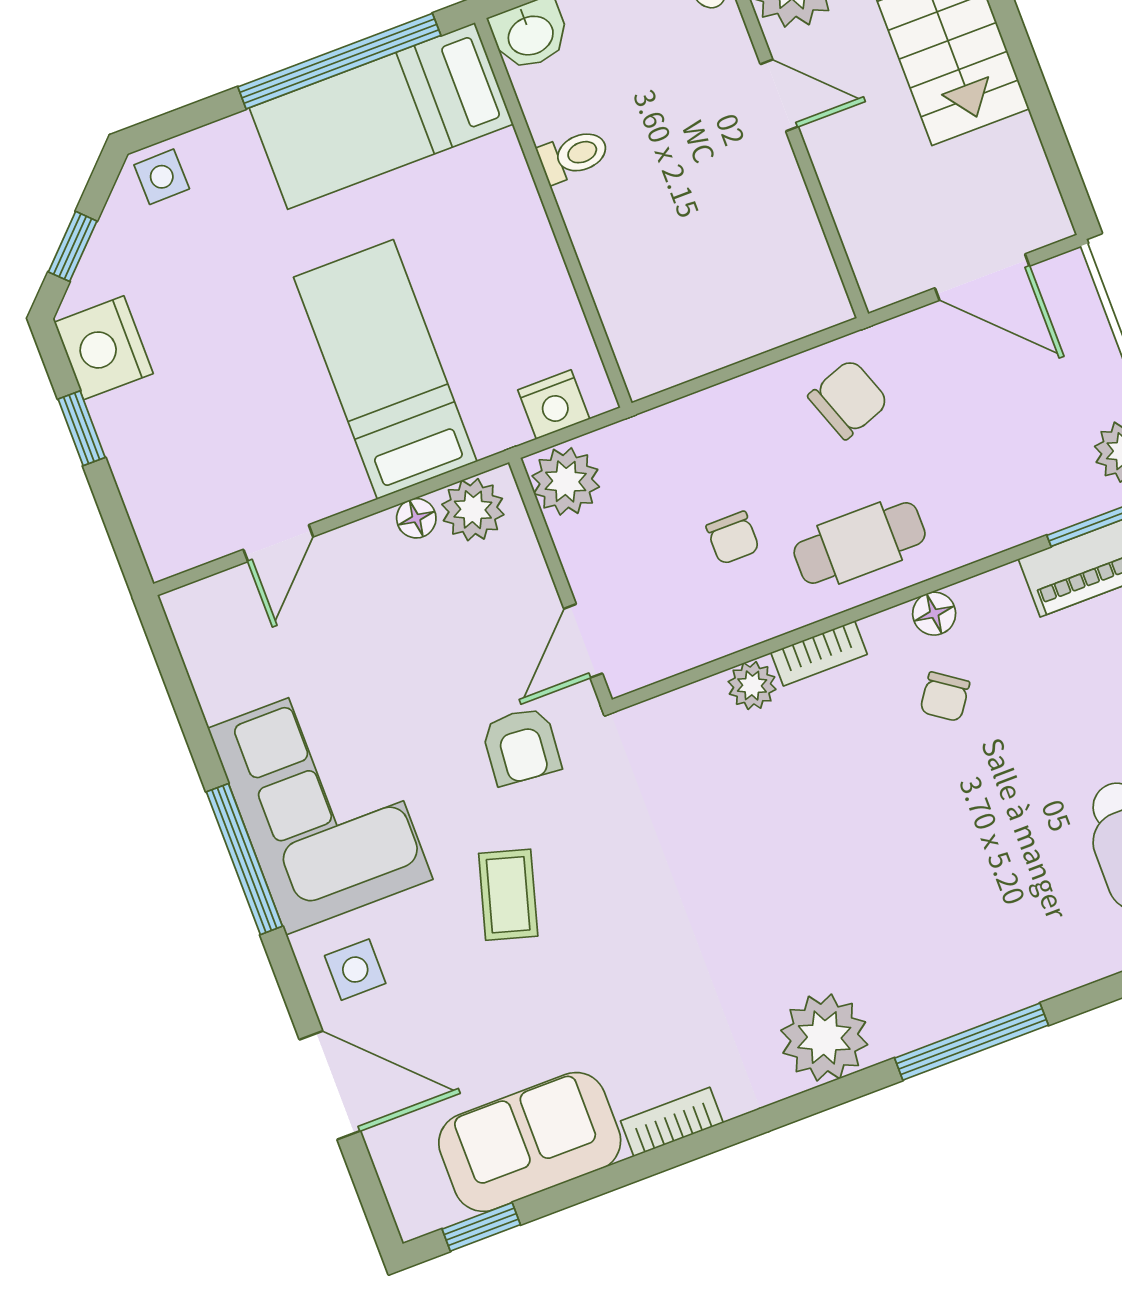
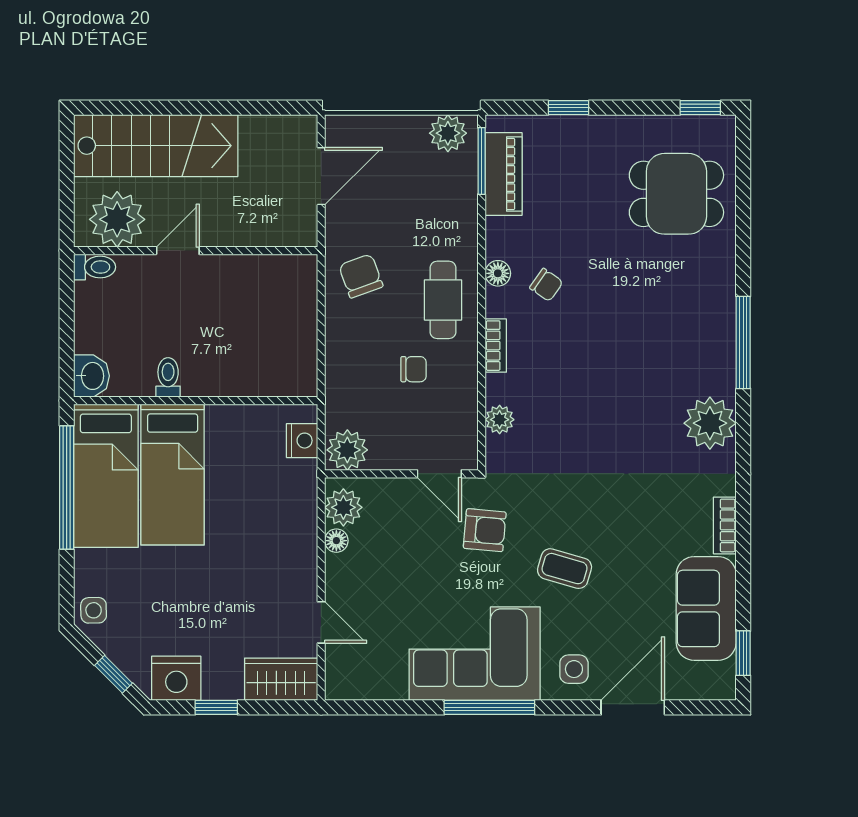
bed: (385, 369) -> (173, 474), moved, turned -90
wardrobe: (165, 514) -> (281, 679), added
plant: (752, 686) -> (500, 420), moved

